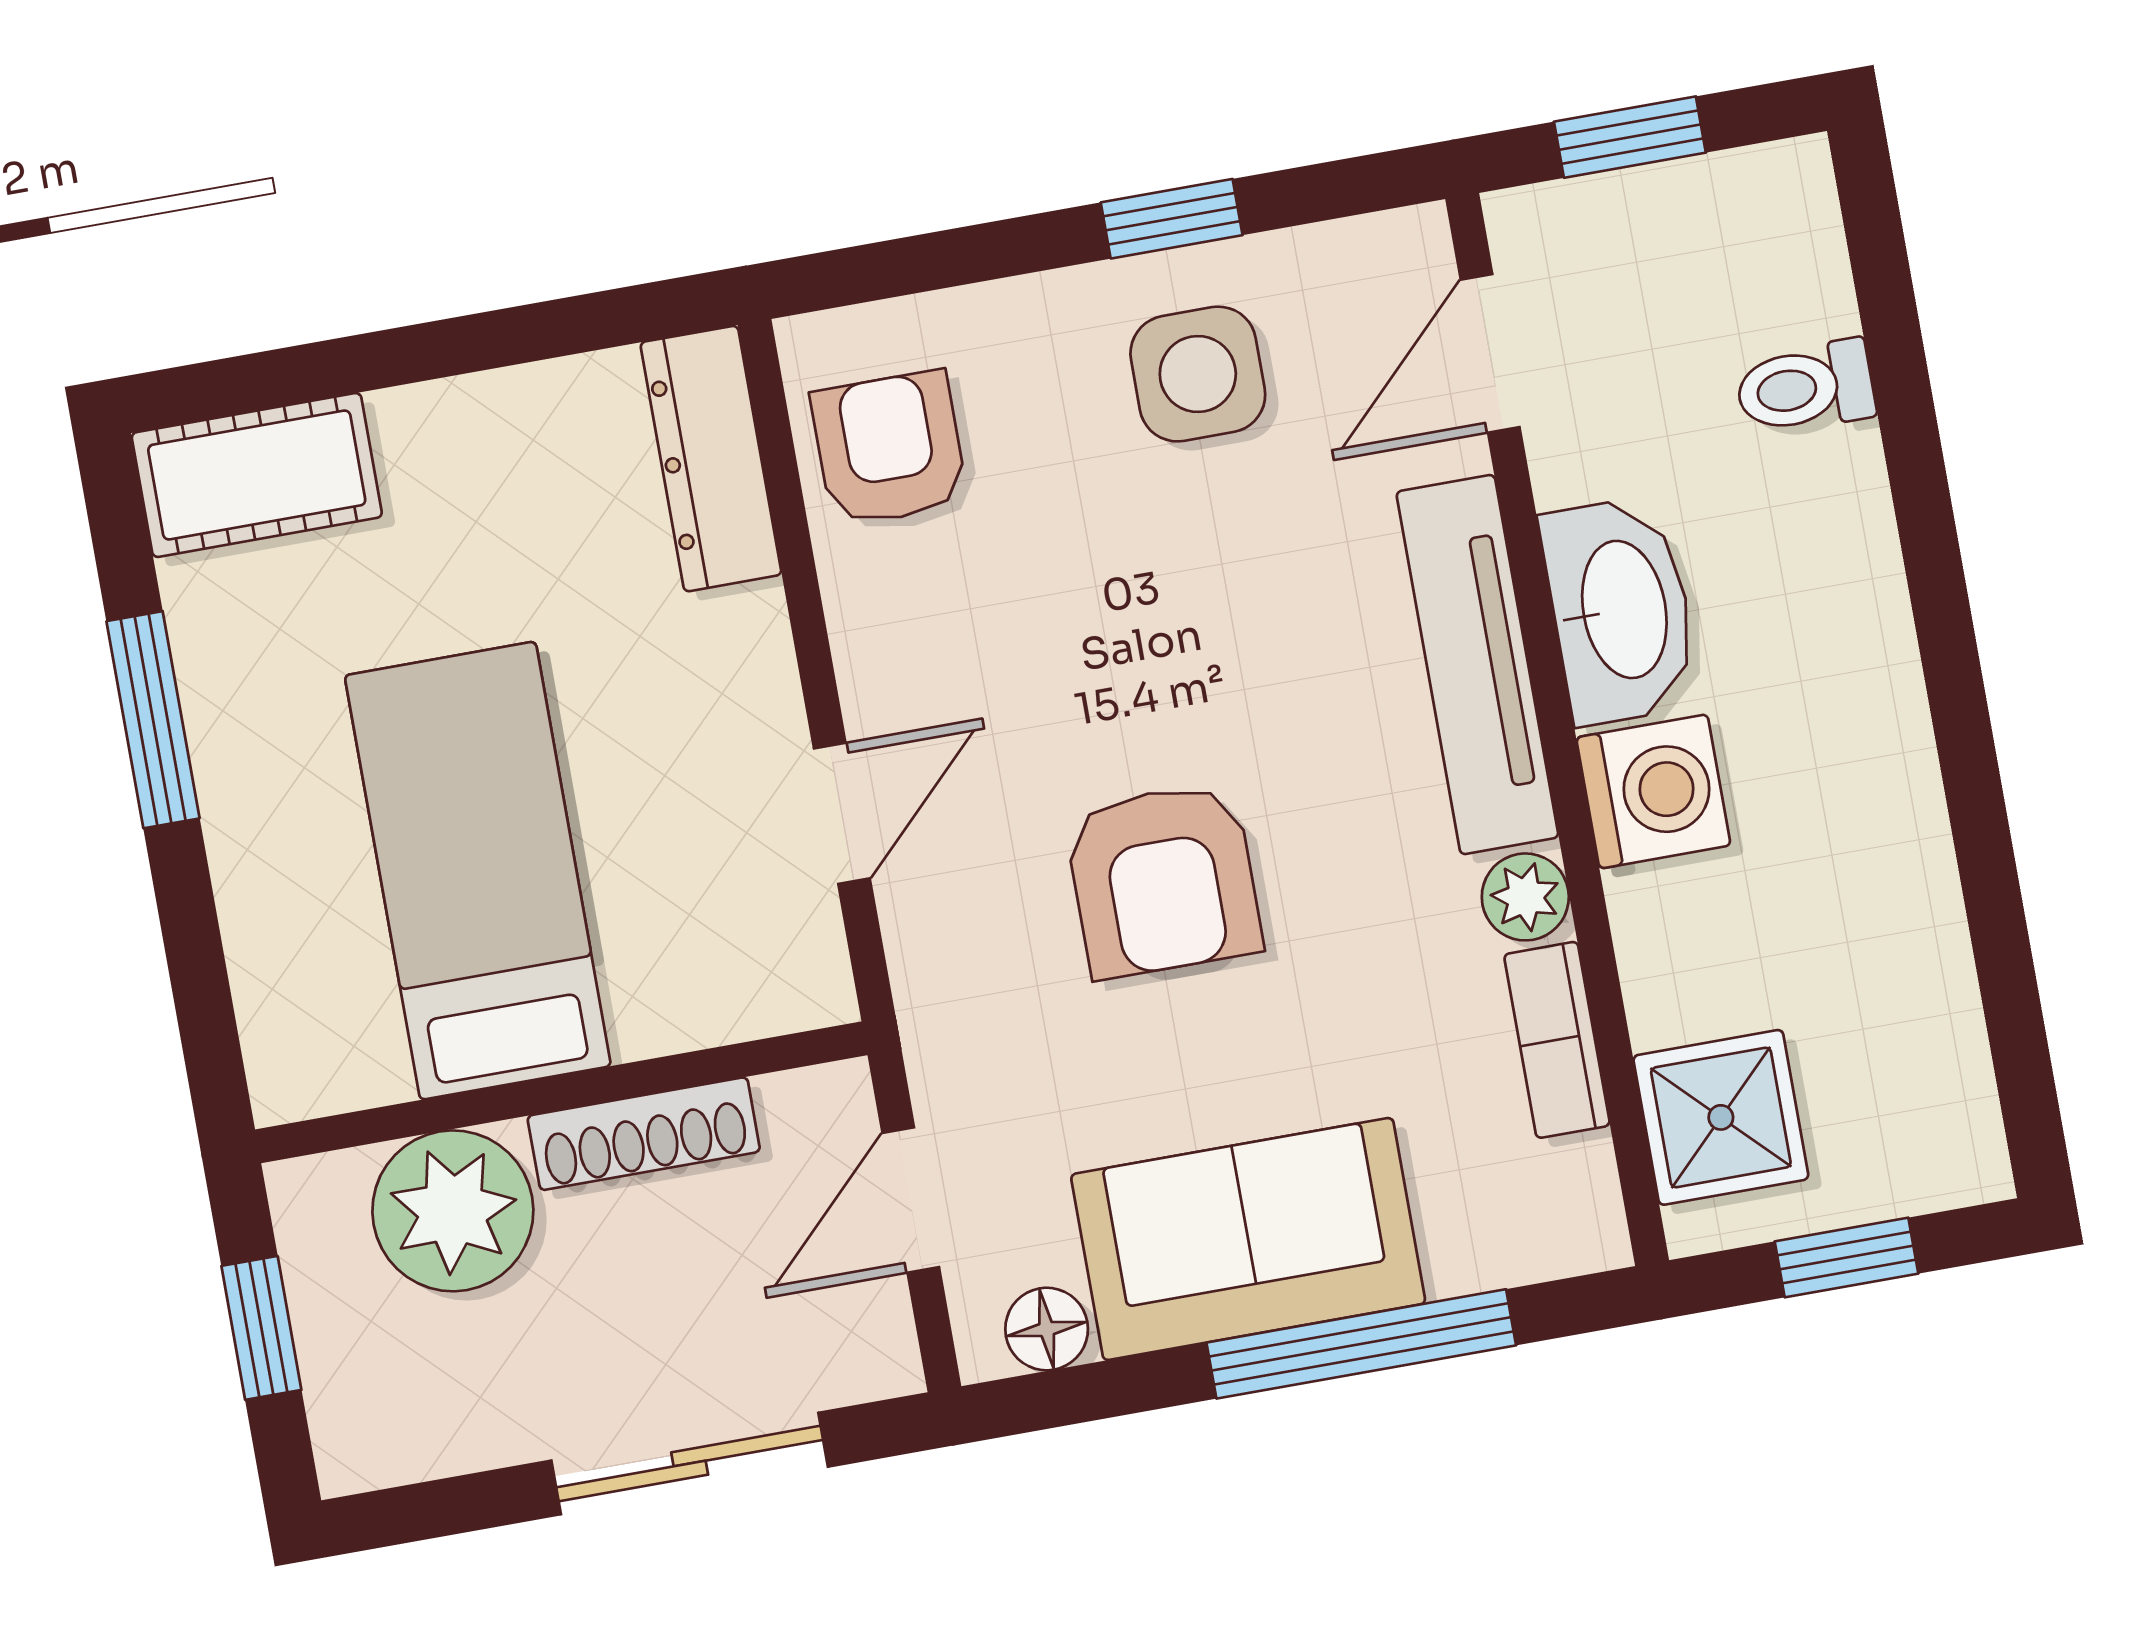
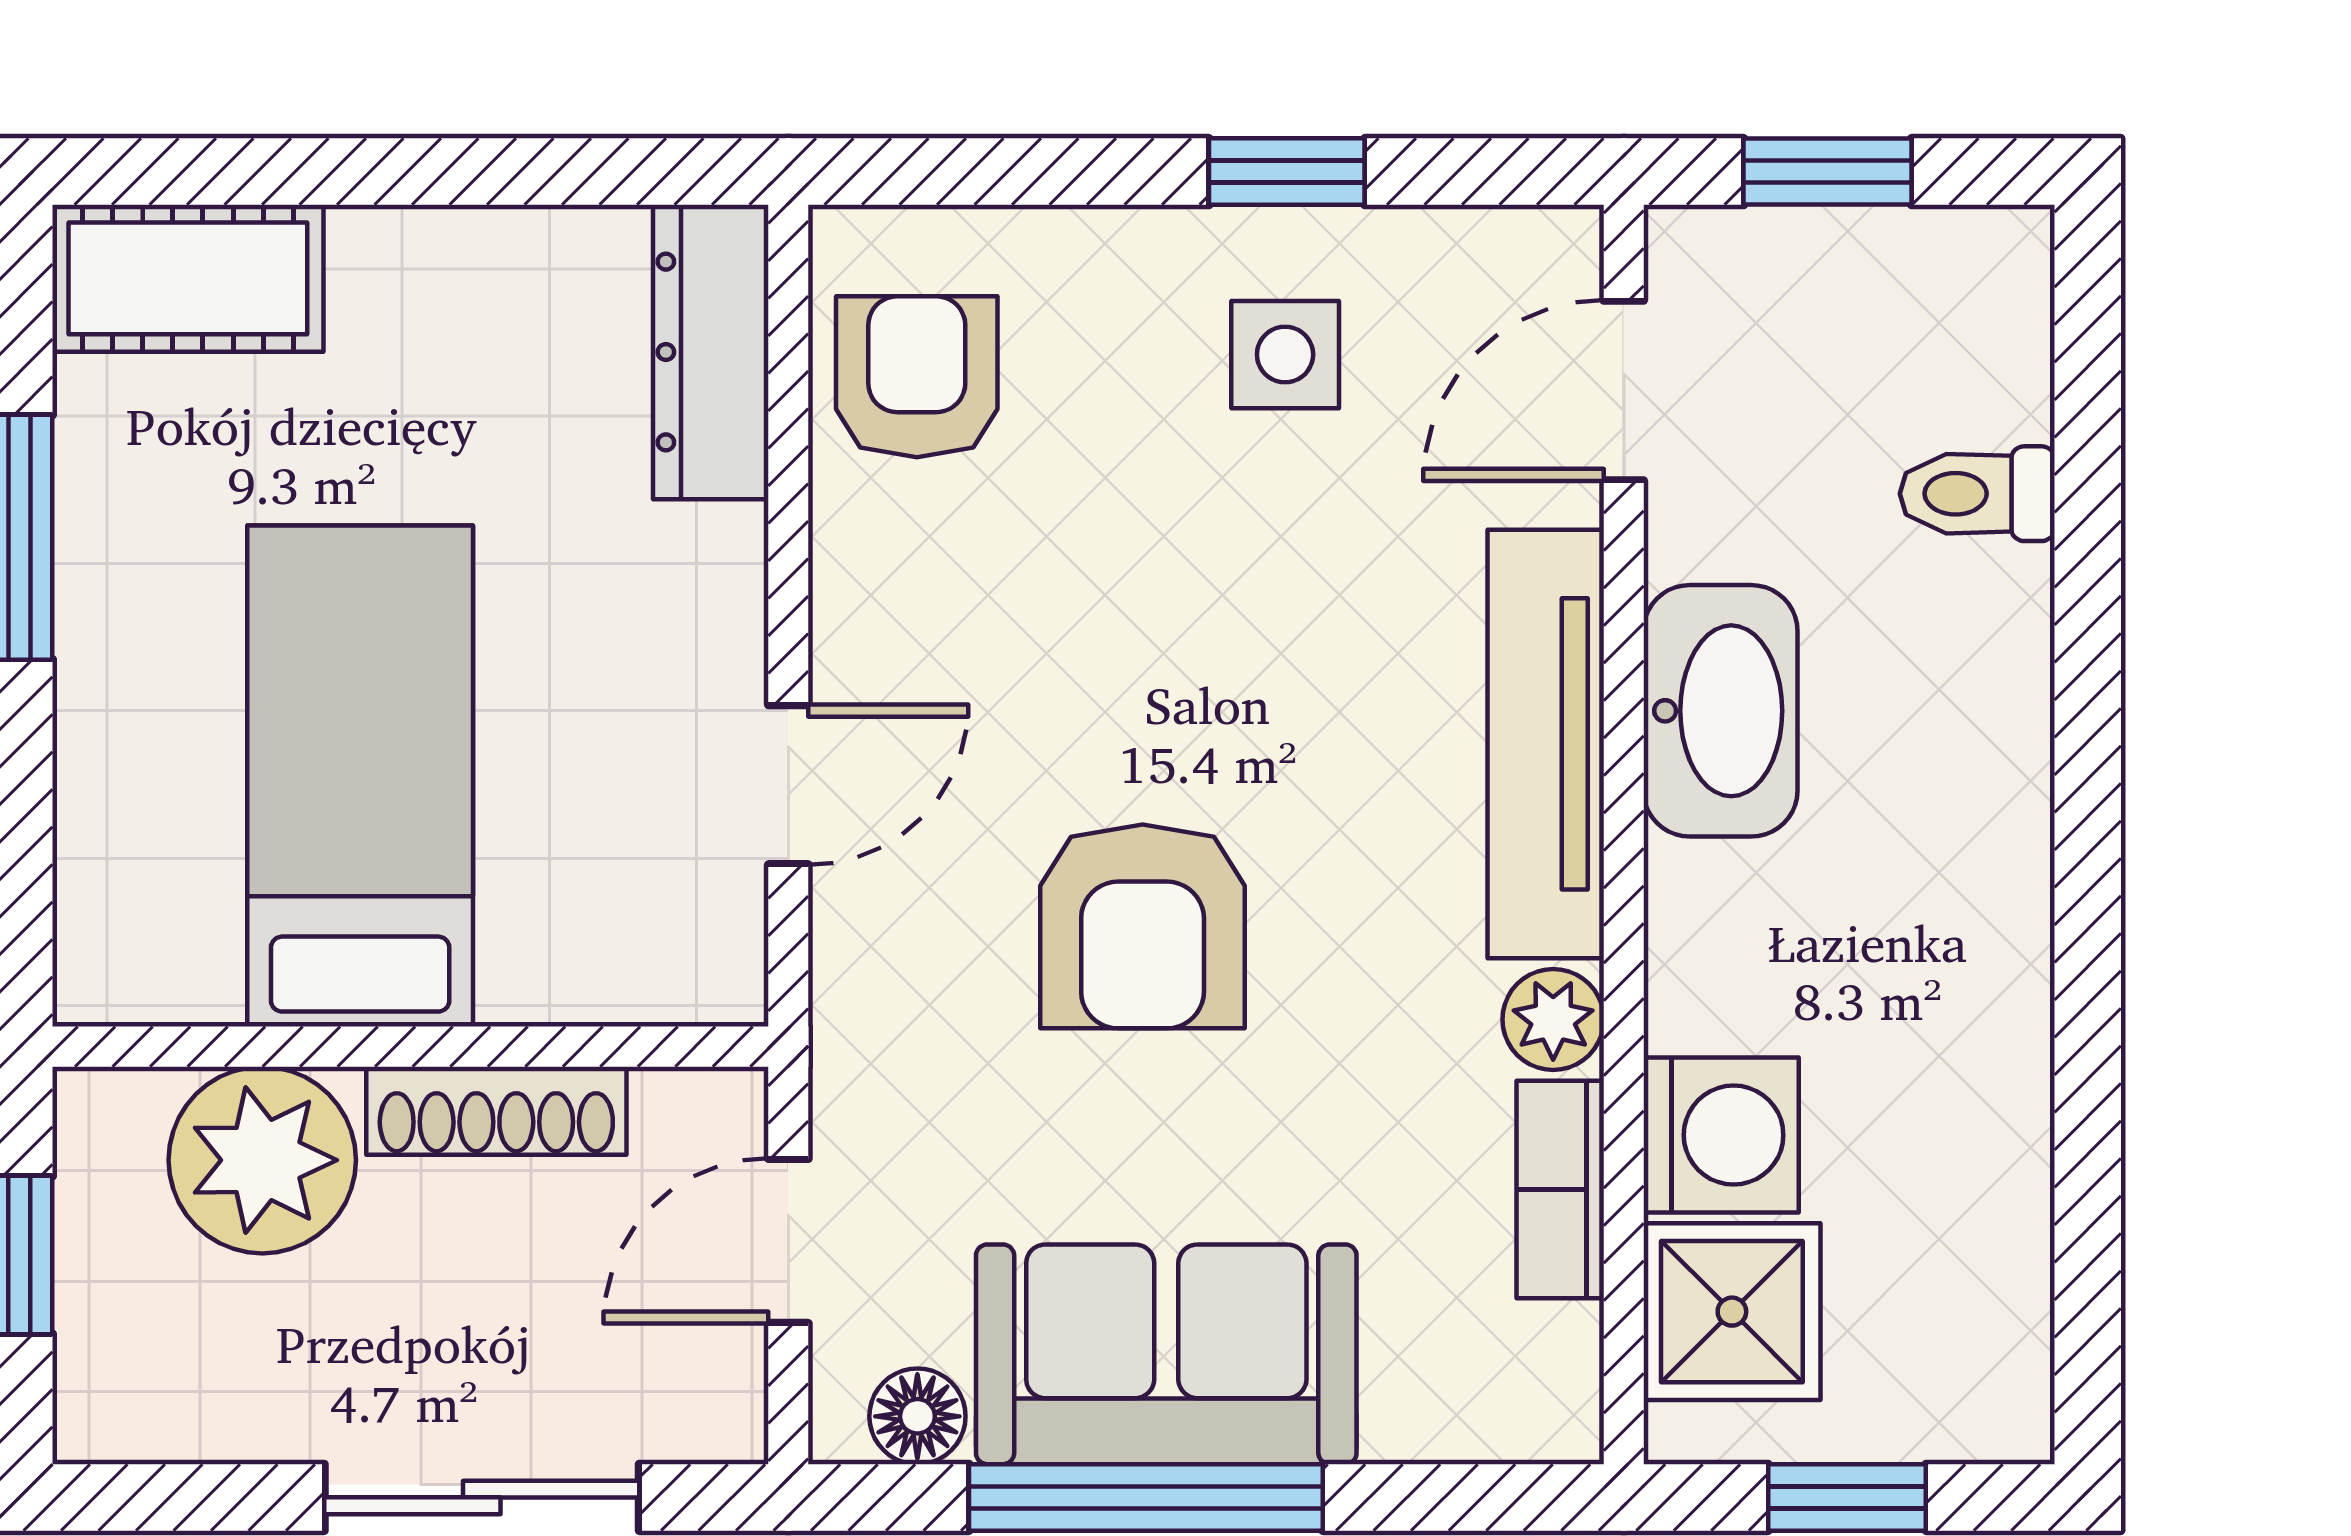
side table: (1198, 374) -> (1285, 355), width x0.73, depth x0.73
washing machine: (1653, 791) -> (1721, 1135), moved
window: (1361, 1344) -> (1146, 1497), moved

